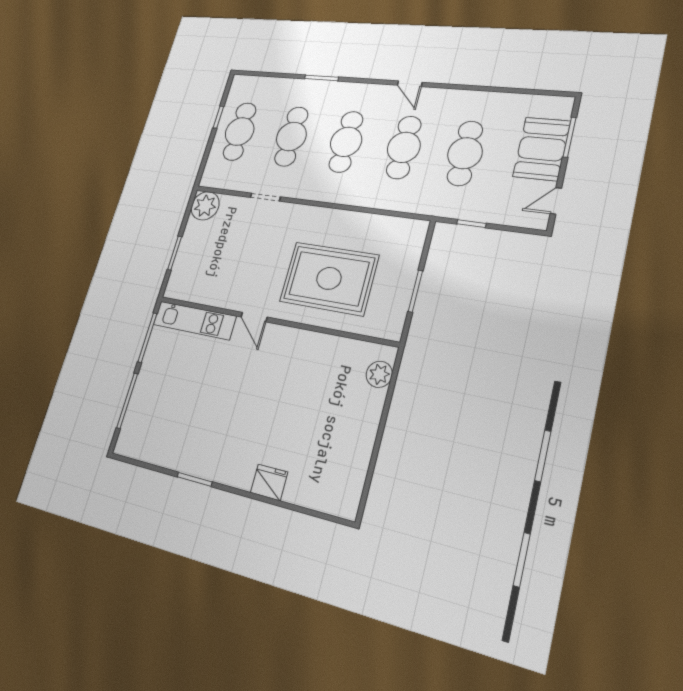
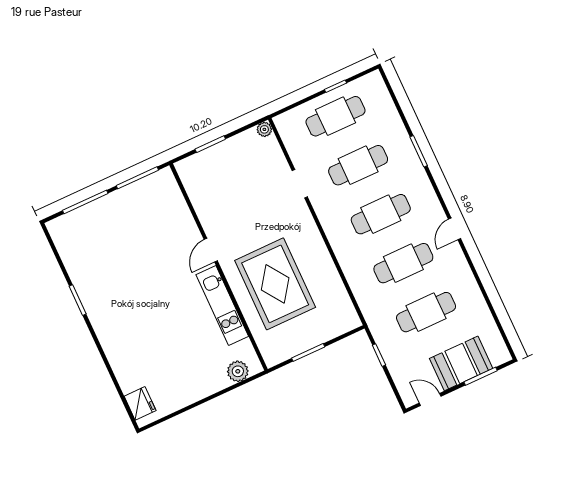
plant: (205, 206) -> (264, 129), width x0.53, depth x0.53
kitchen unit: (194, 320) -> (222, 306), moved
fridge: (269, 482) -> (140, 403), moved

